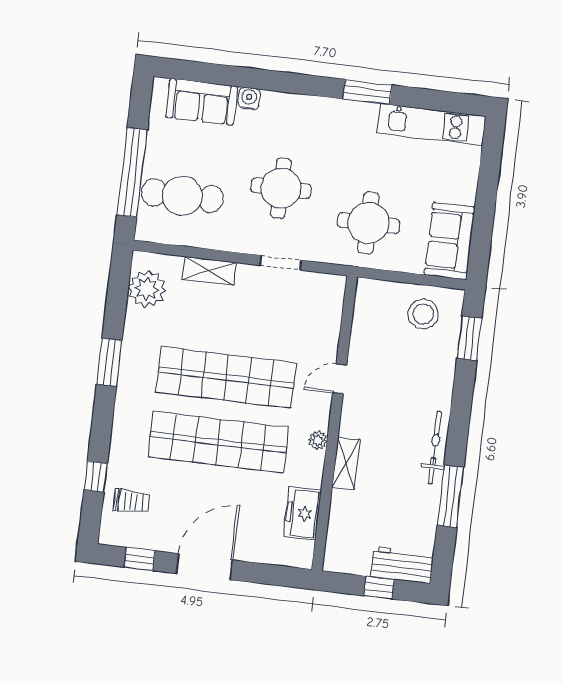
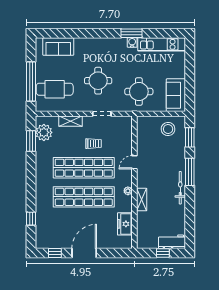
water cooler: (249, 98) -> (132, 42), moved
window: (109, 362) -> (31, 141), moved
window: (450, 496) -> (190, 172), moved
trolley: (131, 501) -> (94, 144), moved

